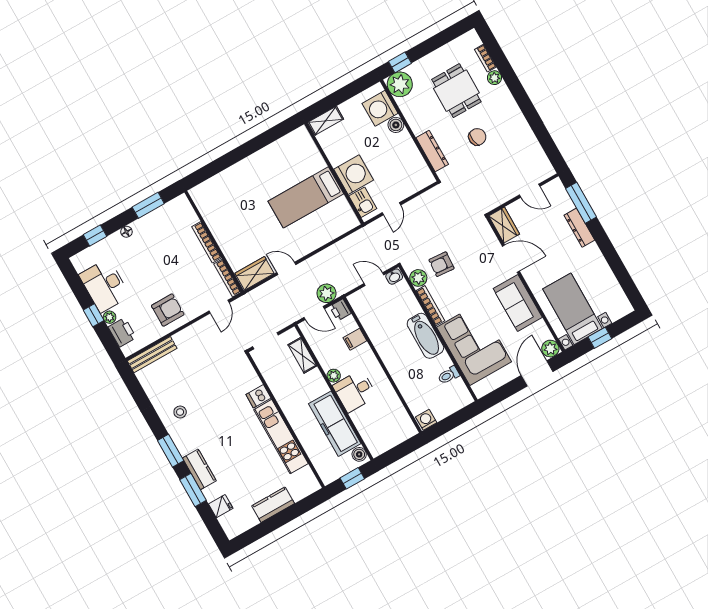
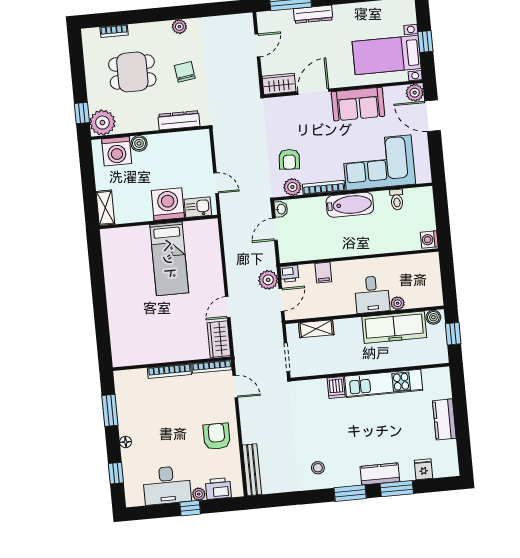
plant: (494, 78) -> (179, 27), moved
plant: (334, 376) -> (398, 303), moved

